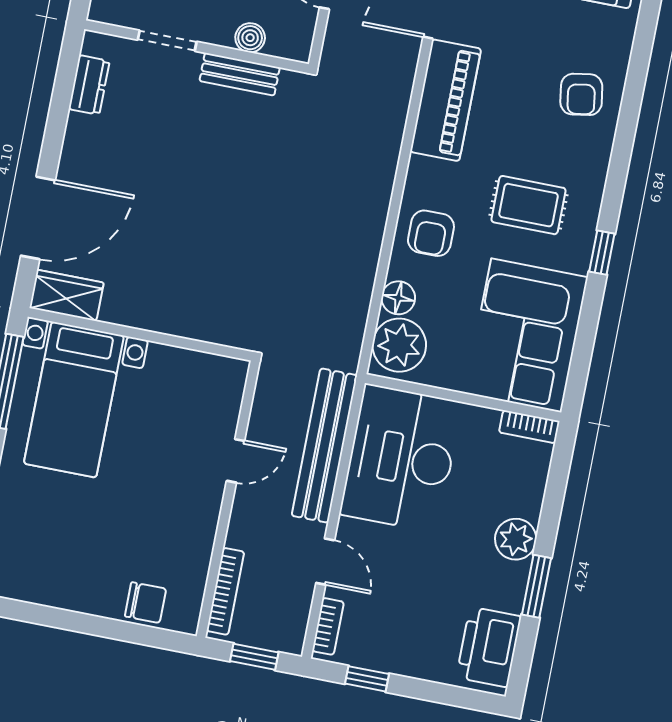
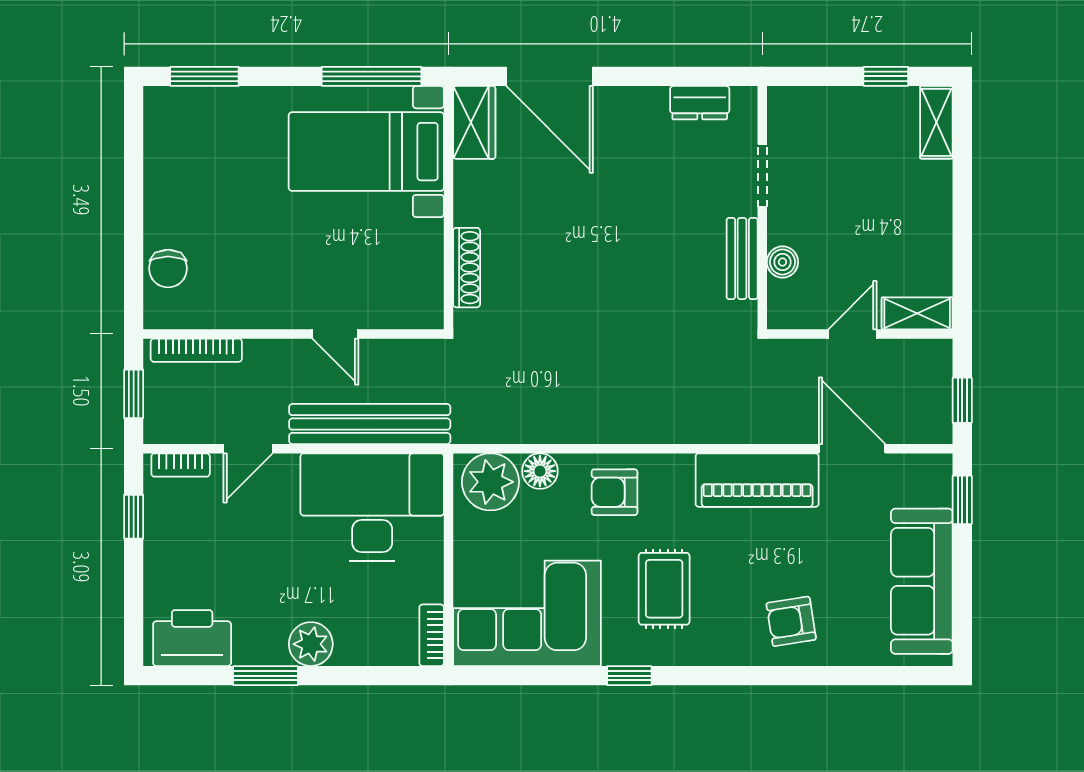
shoe rack: (198, 328) -> (467, 268), added

